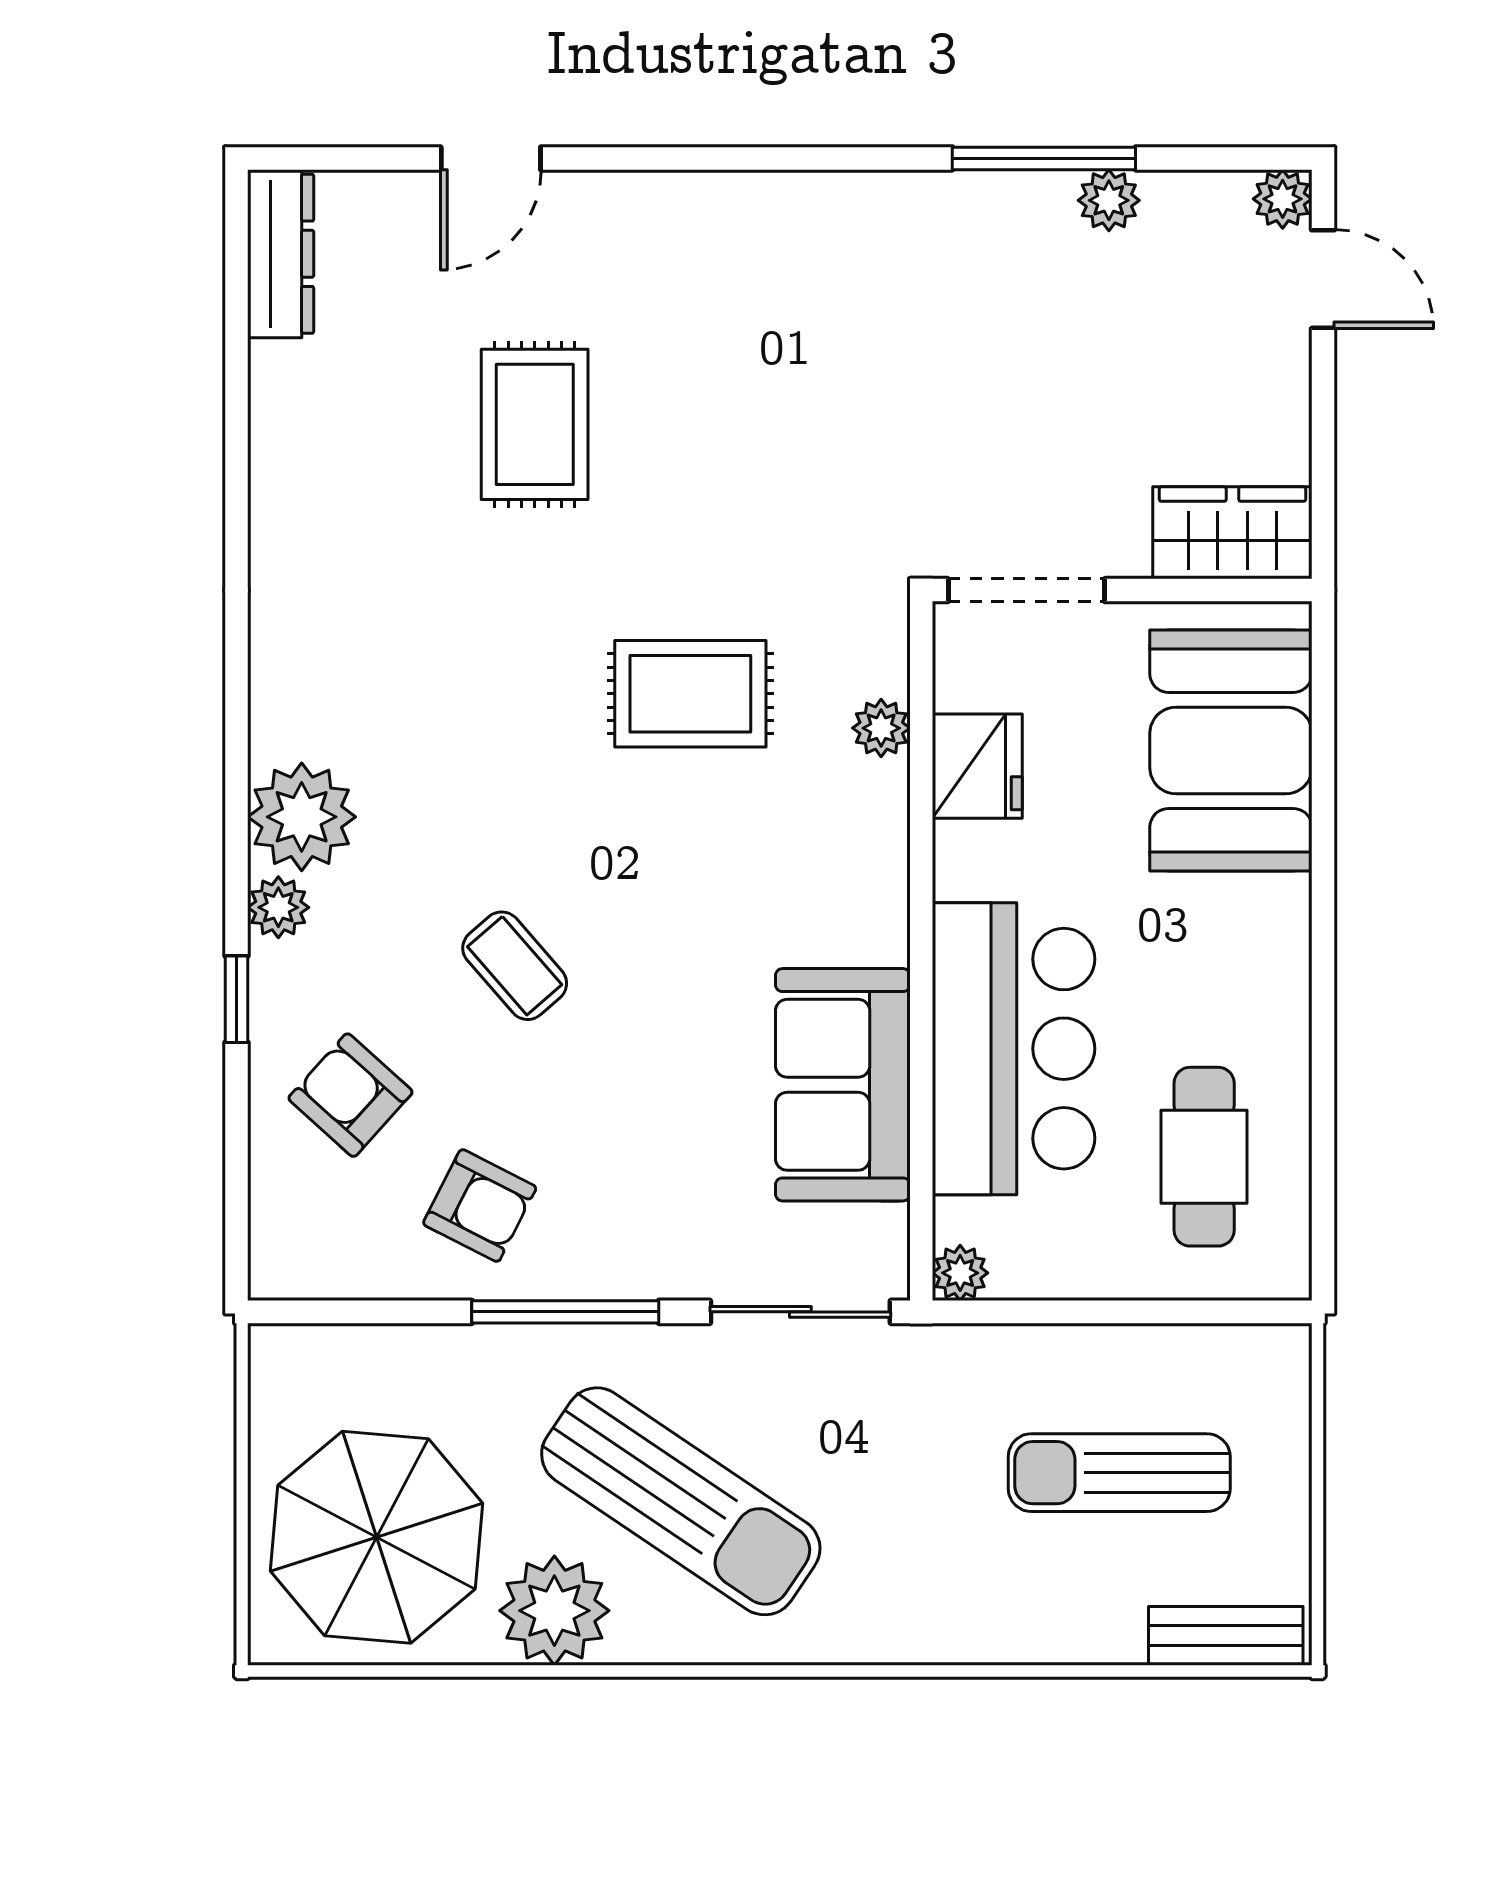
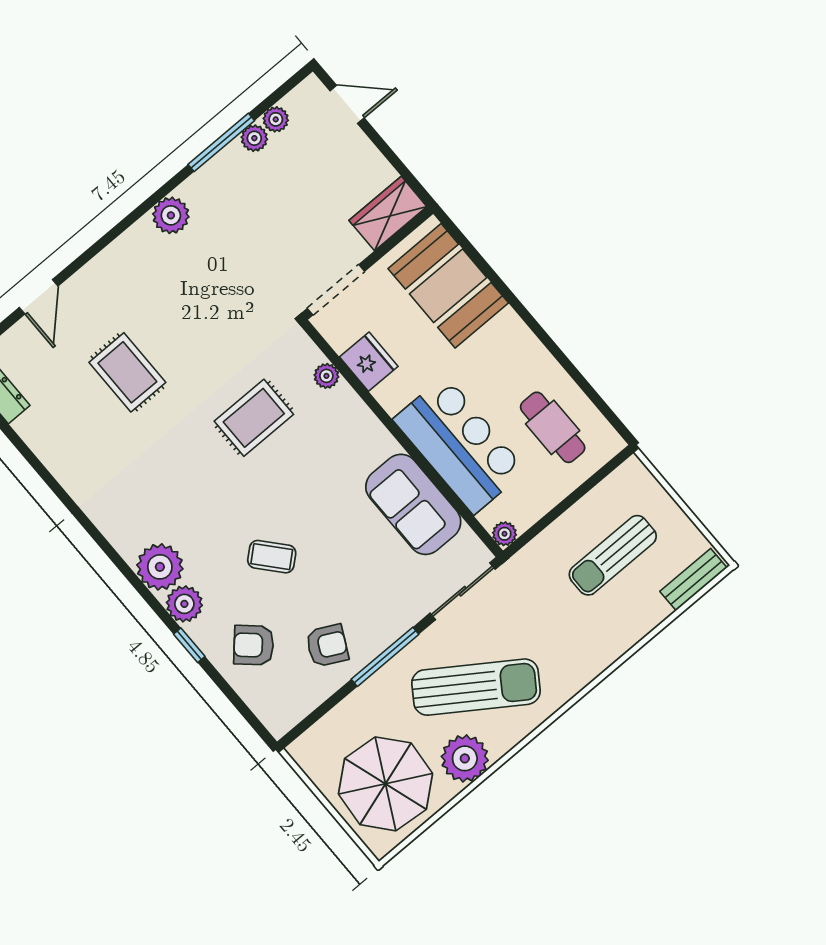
plant: (1283, 199) -> (276, 119), moved
plant: (846, 212) -> (171, 215), added
plant: (278, 907) -> (184, 604), width x1.38, depth x1.38

